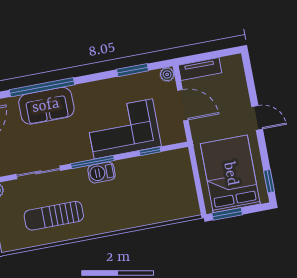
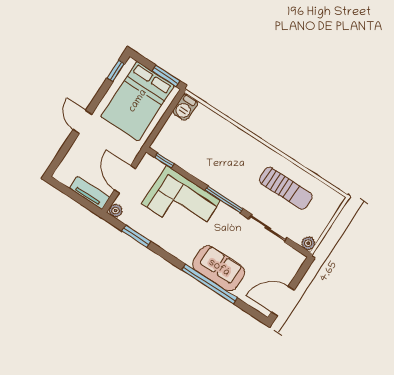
window: (150, 151) -> (164, 161), moved
barbecue: (101, 173) -> (185, 107), moved, turned 90

